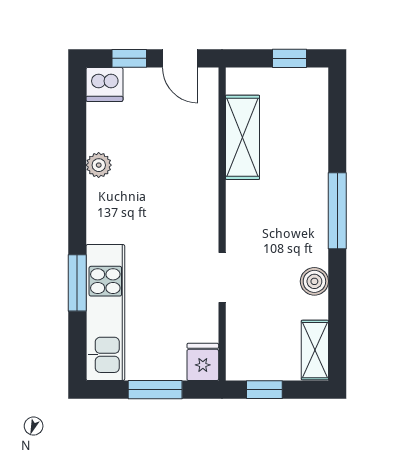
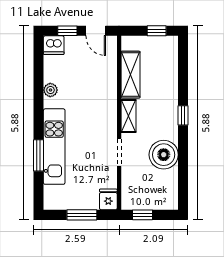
window: (337, 211) -> (183, 115), width x0.46
boiler: (314, 281) -> (164, 155), width x1.86, depth x1.86
kitchen unit: (105, 313) -> (54, 147), moved
shelving: (315, 350) -> (128, 116), moved

